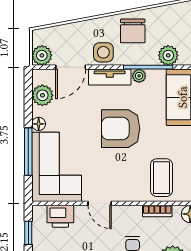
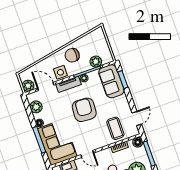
chair: (133, 31) -> (72, 55), turned 90
door: (71, 67) -> (46, 86), swing flipped
armchair: (121, 129) -> (84, 110), turned 94

